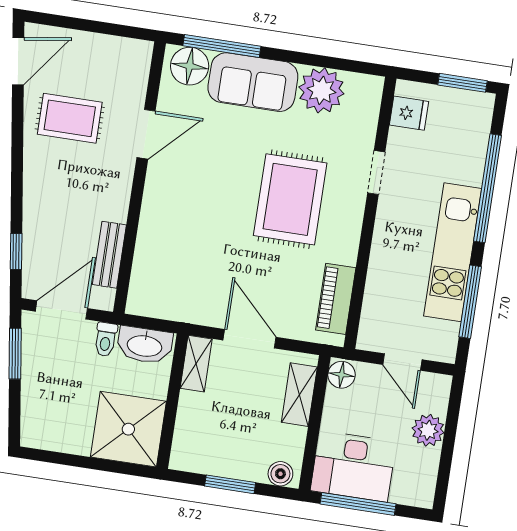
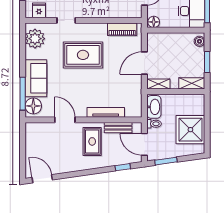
plant: (321, 90) -> (35, 39), moved
rug: (70, 118) -> (92, 141), moved
tv unit: (149, 231) -> (106, 112), added
shelving: (299, 395) -> (192, 83), moved
shower: (128, 429) -> (190, 130), moved

